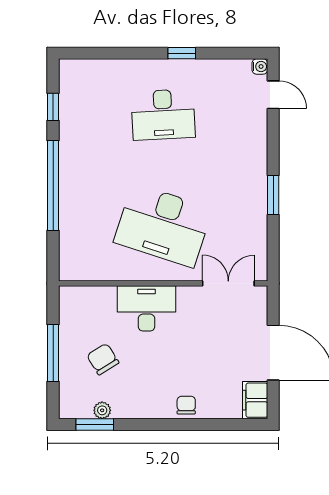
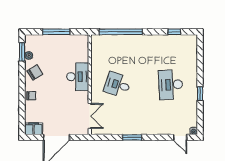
door: (273, 95) -> (180, 137), hinge flipped
window: (53, 185) -> (121, 32), moved
desk: (163, 225) -> (118, 85), width x0.53, depth x0.77
chair: (103, 359) -> (35, 72), moved

